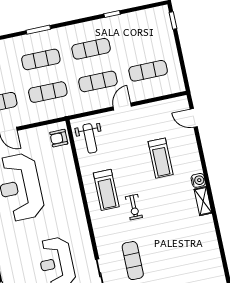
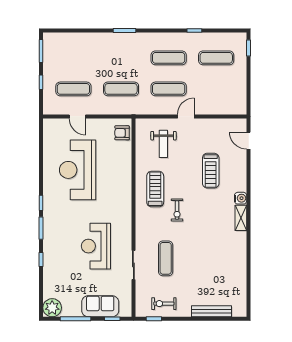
exercise mat: (41, 59) -> (121, 58), removed
exercise mat: (148, 71) -> (216, 58), moved
weight bench: (90, 138) -> (163, 144), moved
treadmill: (106, 190) -> (155, 189), turned 180

